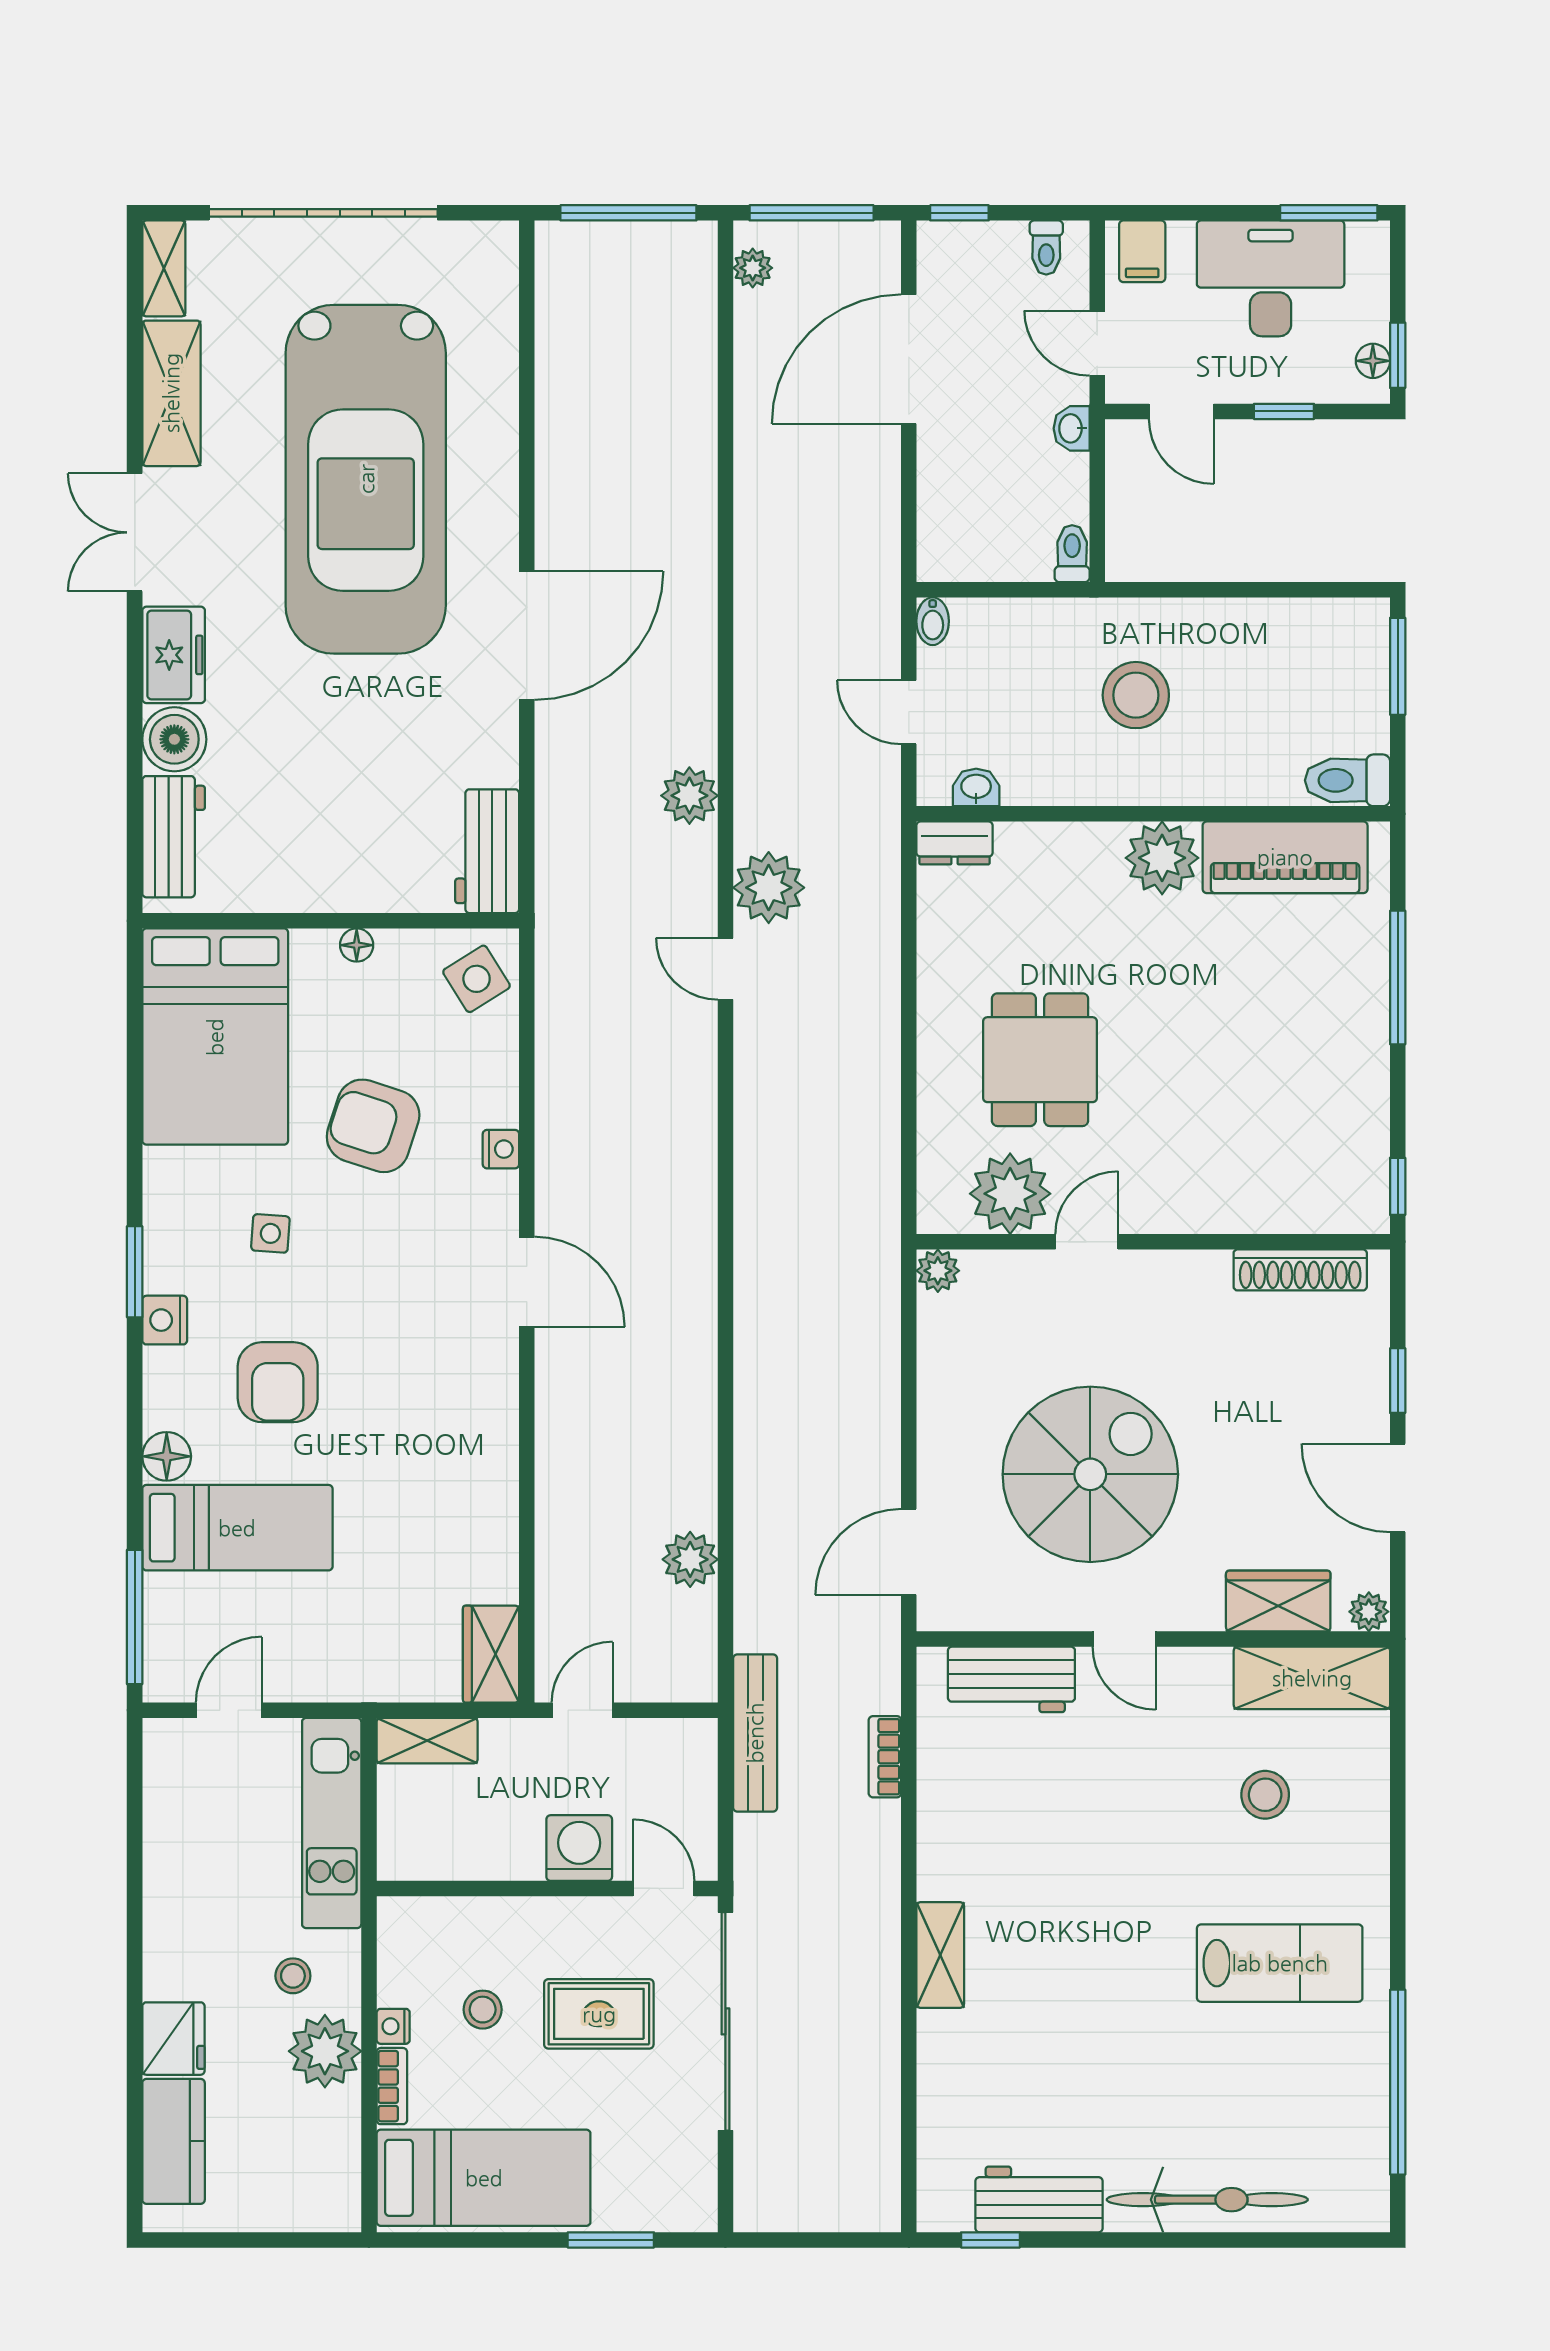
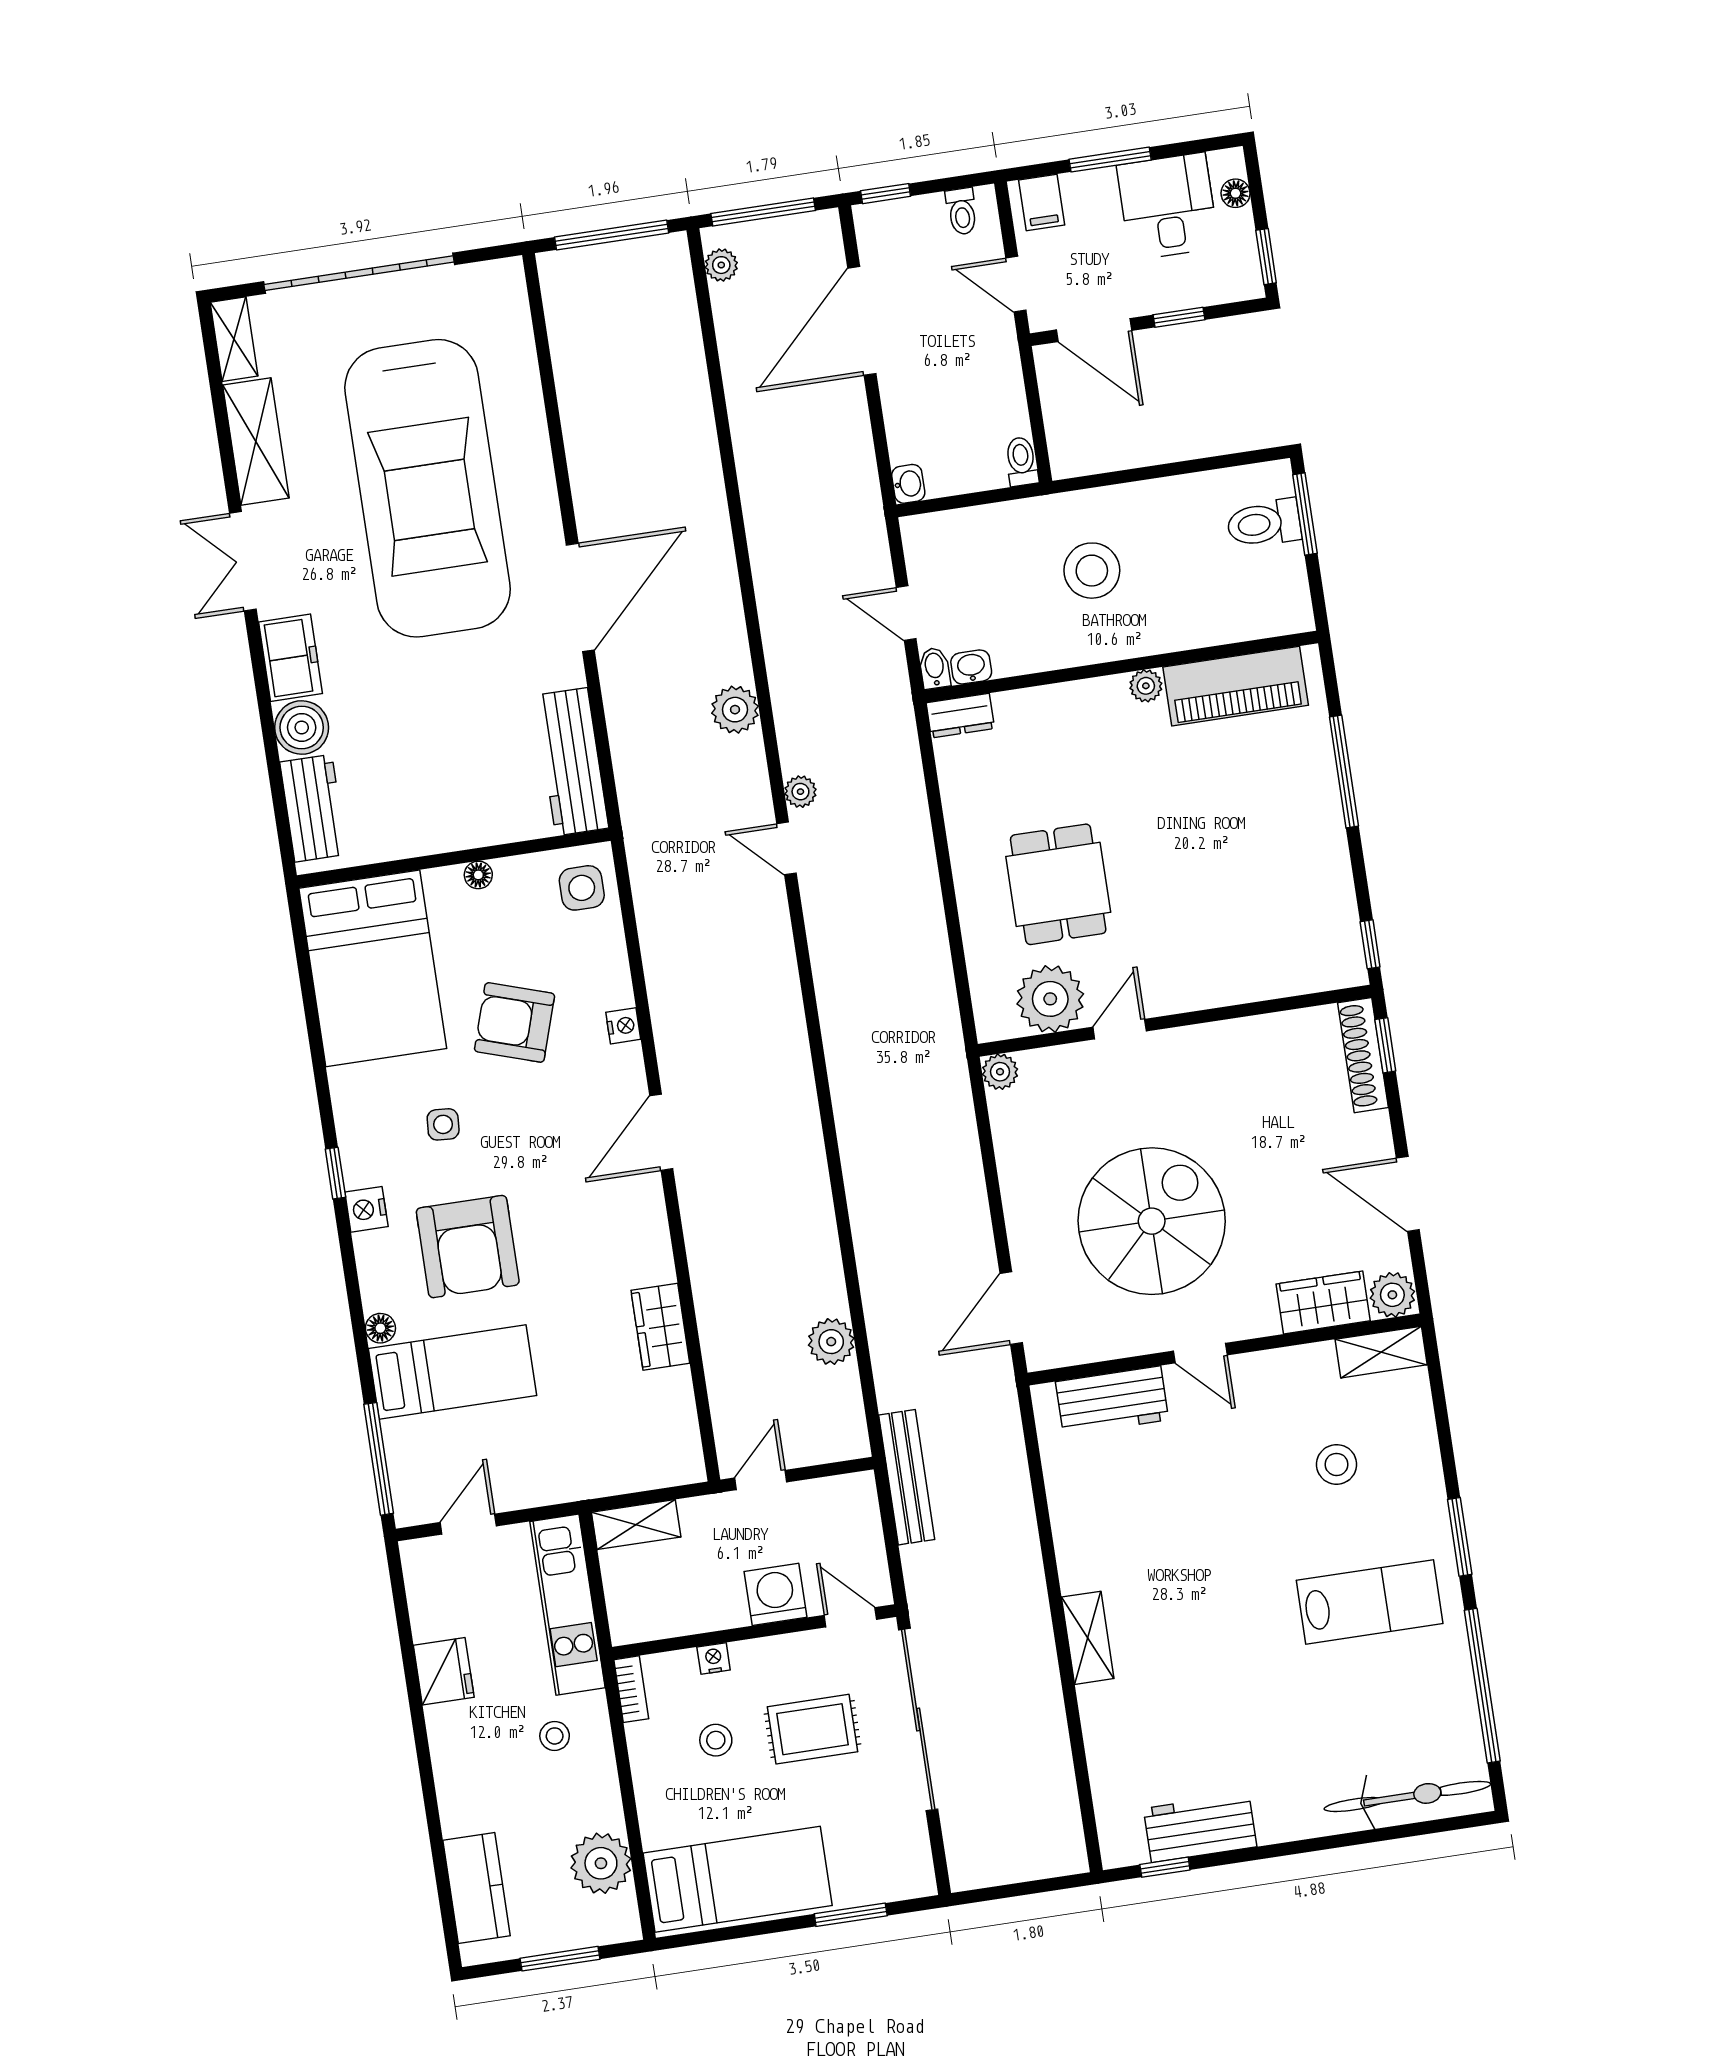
window: (1329, 213) -> (1110, 160), moved
desk: (1271, 278) -> (1168, 206), width x0.73
floor lamp: (1373, 361) -> (1236, 193), moved
door: (1181, 411) -> (1094, 330), width x1.38
washbasin: (1072, 428) -> (908, 484), moved, turned 180
bidet: (933, 621) -> (935, 668), moved, turned 180
toilet: (1348, 780) -> (1264, 523), moved
workbench: (487, 851) -> (572, 762), width x1.38
plant: (1162, 858) -> (1146, 686), width x0.53, depth x0.53
plant: (769, 888) -> (800, 792), width x0.53, depth x0.53
side table: (477, 979) -> (582, 888), turned 32
shoe rack: (1300, 1270) -> (1363, 1055), moved, turned 90
window: (135, 1272) -> (335, 1173), width x0.67
door: (527, 1282) -> (661, 1132), swing flipped
window: (1398, 1381) -> (1385, 1045), moved
armchair: (278, 1382) -> (468, 1247), width x1.36, depth x1.36
floor lamp: (167, 1456) -> (380, 1328), width x0.73, depth x0.73
plant: (1369, 1612) -> (1392, 1295), width x1.38, depth x1.38
wardrobe: (491, 1654) -> (660, 1327), moved
shelving: (1312, 1678) -> (1381, 1352), width x0.67, depth x0.75
bookcase: (885, 1757) -> (1017, 1481), removed
window: (1398, 1902) -> (1460, 1537), added
nightstand: (393, 2026) -> (714, 1659), moved, turned 90
fridge: (173, 2039) -> (444, 1671), moved
plant: (325, 2051) -> (601, 1863), moved
bookcase: (392, 2086) -> (631, 1689), moved
bicycle: (1207, 2200) -> (1407, 1796), moved
window: (260, 2240) -> (560, 1959), added

